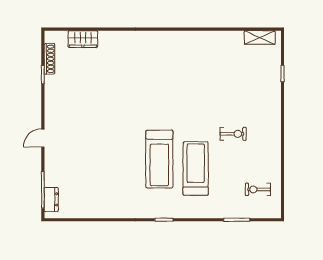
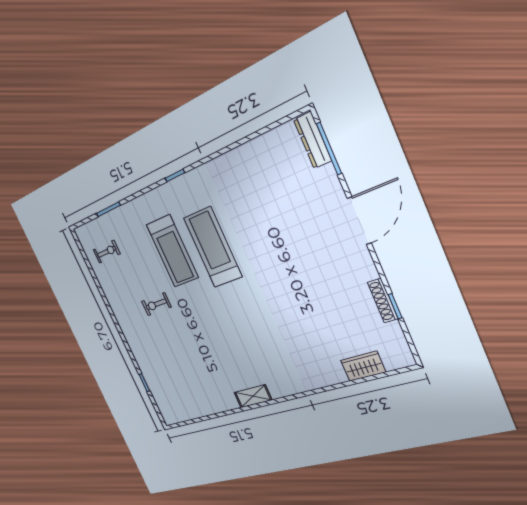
shelving: (260, 37) -> (253, 396), moved
shoe rack: (50, 59) -> (383, 301), moved
door: (43, 138) -> (359, 221), width x1.88
dresser: (51, 199) -> (313, 140), width x1.44

